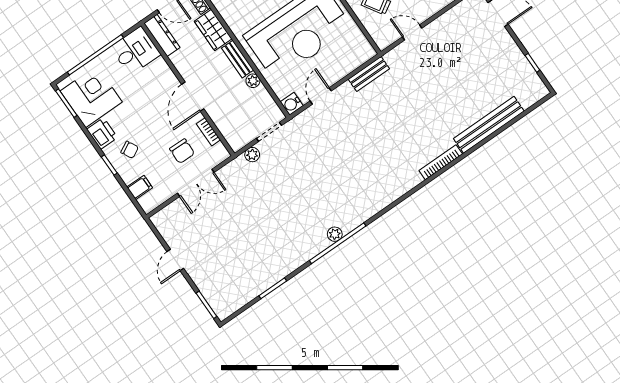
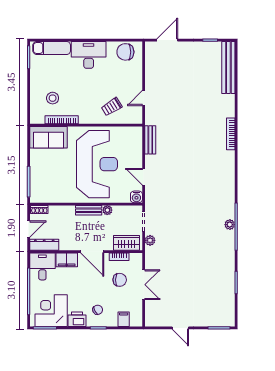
wardrobe: (213, 30) -> (126, 243), moved, turned 180
filing cabinet: (163, 74) -> (67, 260), added
bench: (489, 125) -> (228, 68), moved

